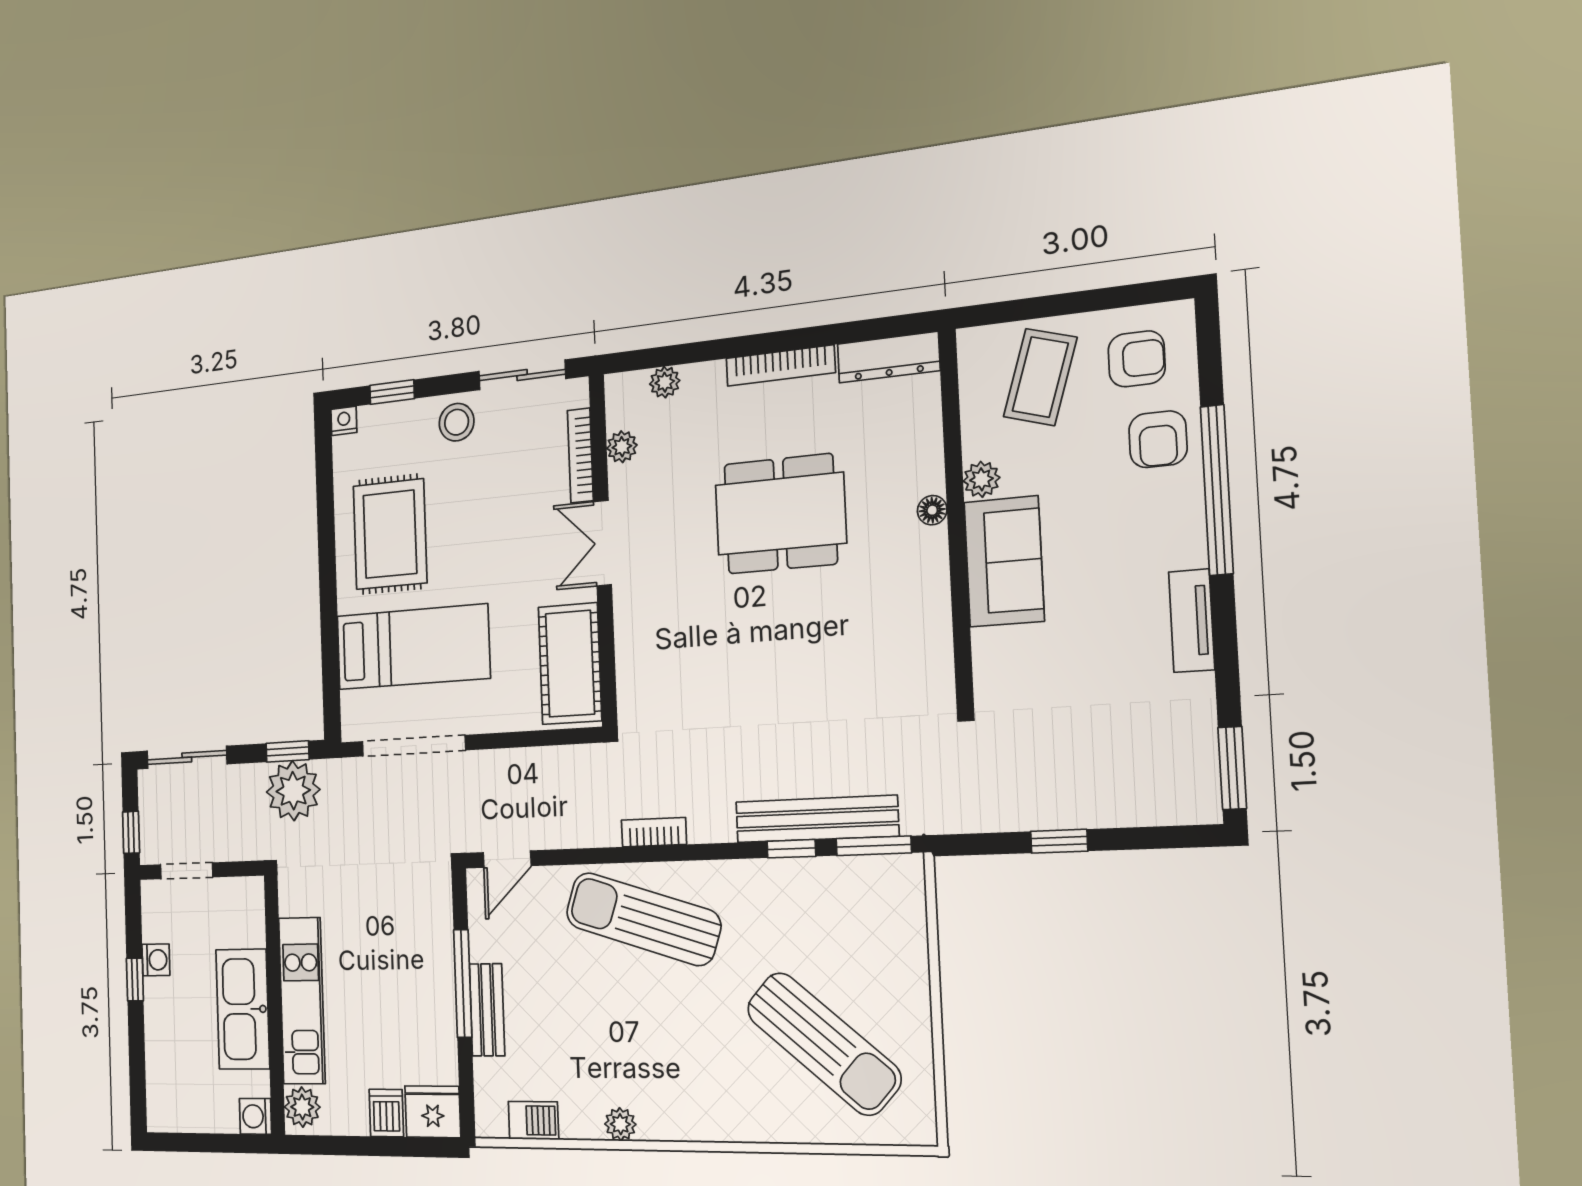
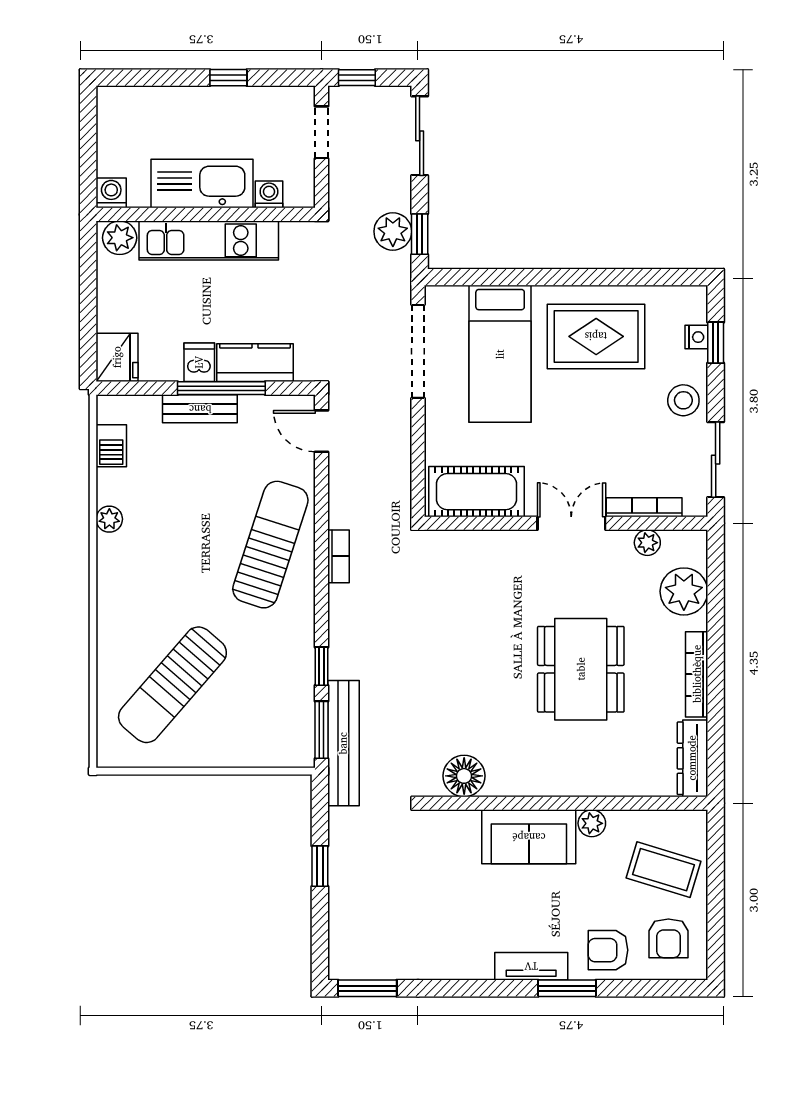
plant: (665, 382) -> (684, 591), width x1.88, depth x1.88
nightstand: (344, 421) -> (696, 337), moved
window: (1217, 490) -> (567, 988), width x0.47
floor lamp: (932, 510) -> (464, 776), moved, width x1.89, depth x1.89
tv unit: (1192, 621) -> (531, 966), moved
plant: (293, 791) -> (393, 231), width x0.73, depth x0.73
bench: (817, 819) -> (343, 743), moved
kitchen counter: (433, 943) -> (255, 363), added
washing machine: (156, 960) -> (269, 194), moved, turned 180
dishwasher: (386, 1113) -> (199, 362), moved, turned -90

